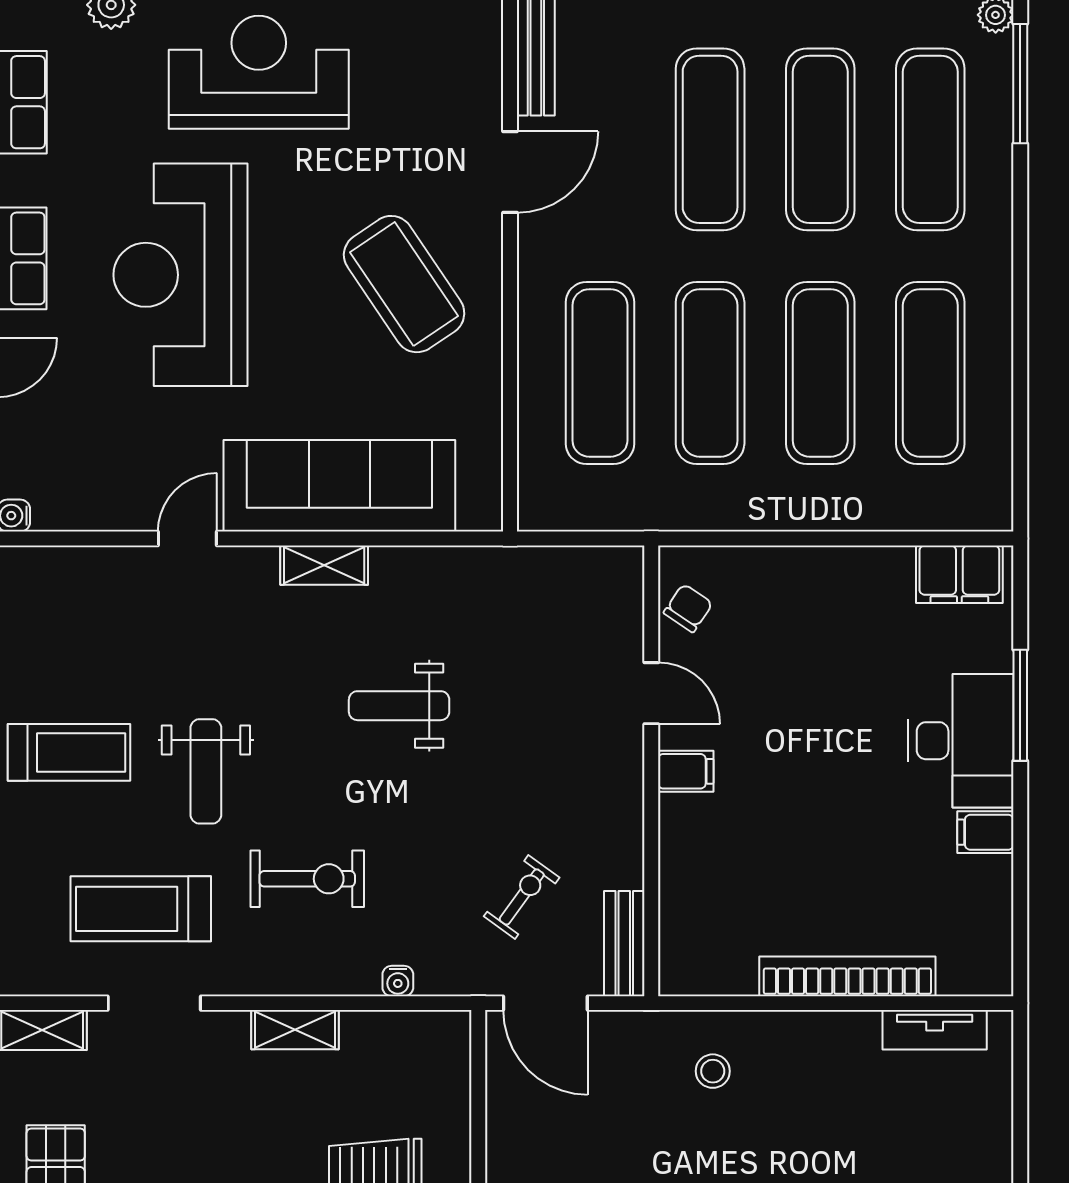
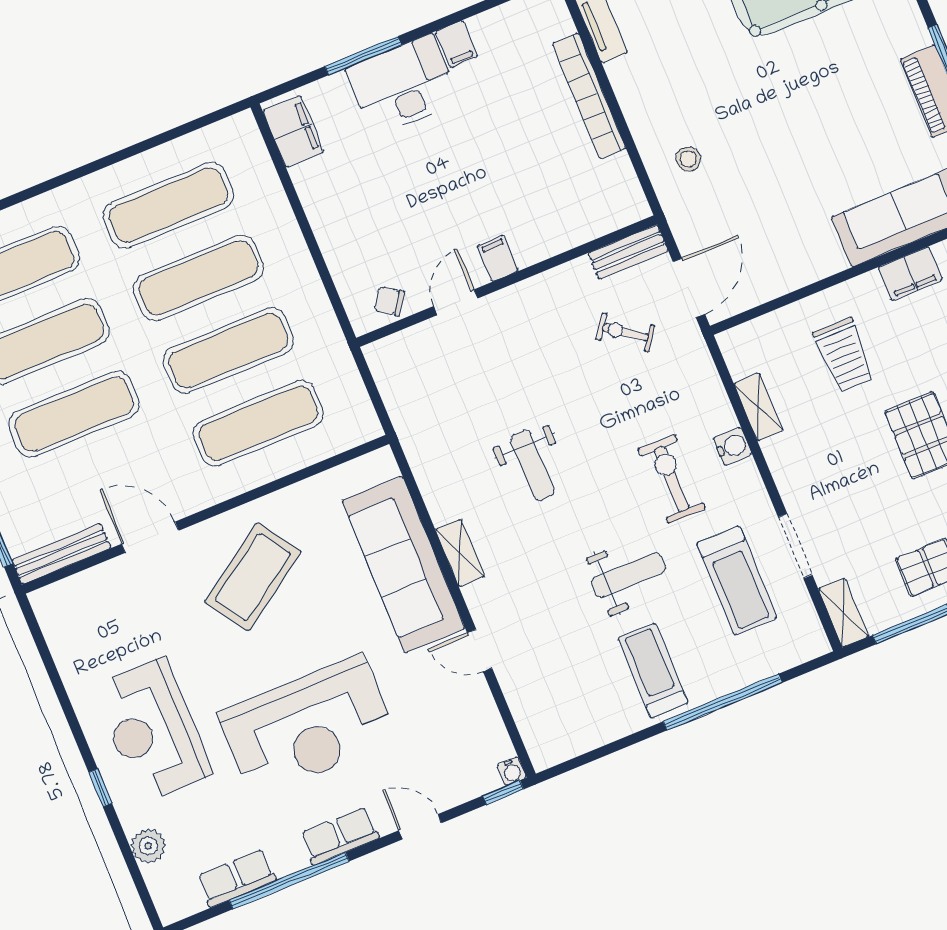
water cooler: (398, 981) -> (733, 446), moved, width x1.38, depth x1.38
shelving: (295, 1030) -> (758, 407), moved

